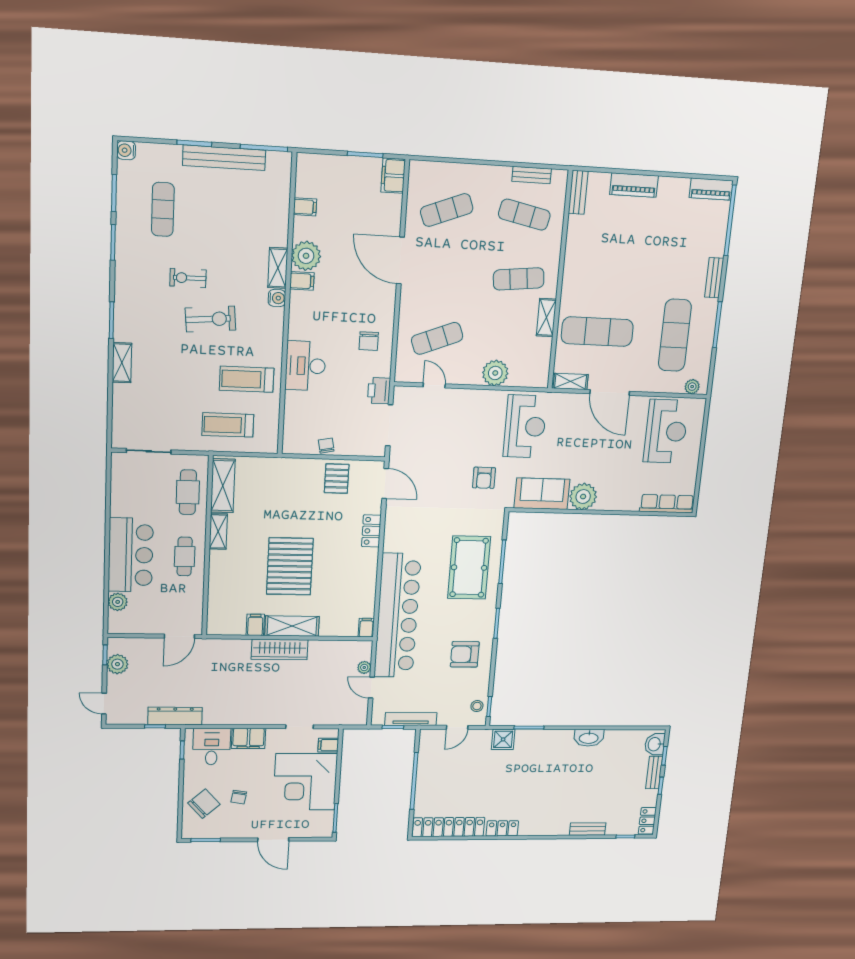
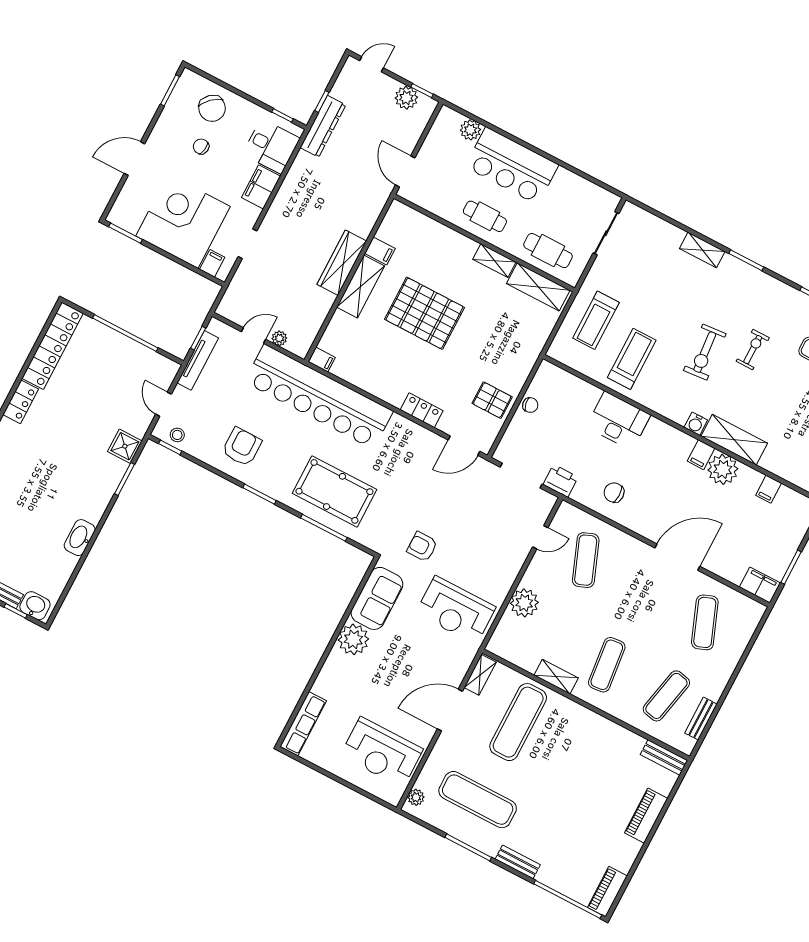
shelving: (278, 268) -> (734, 440), width x1.50, depth x1.33
treadmill: (228, 425) -> (596, 320), turned 180

